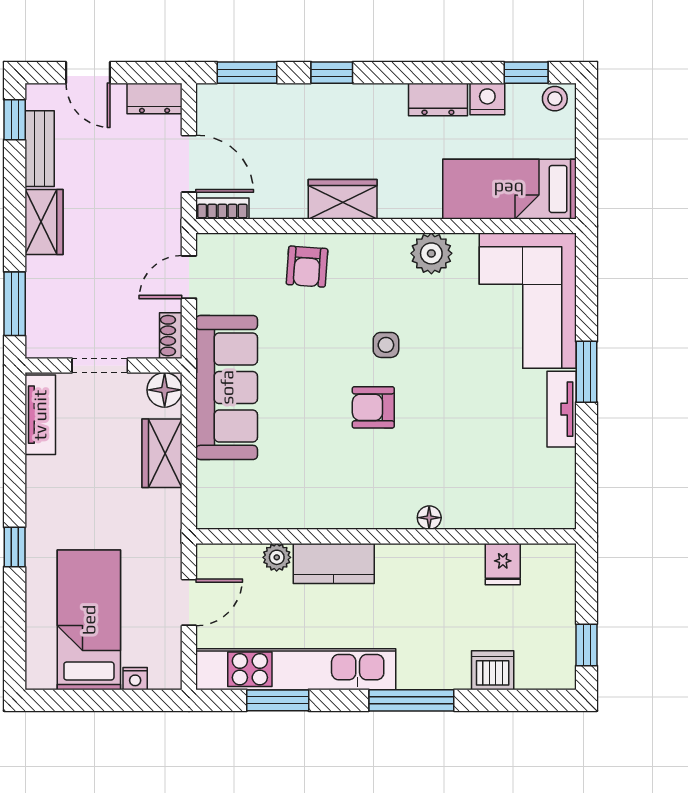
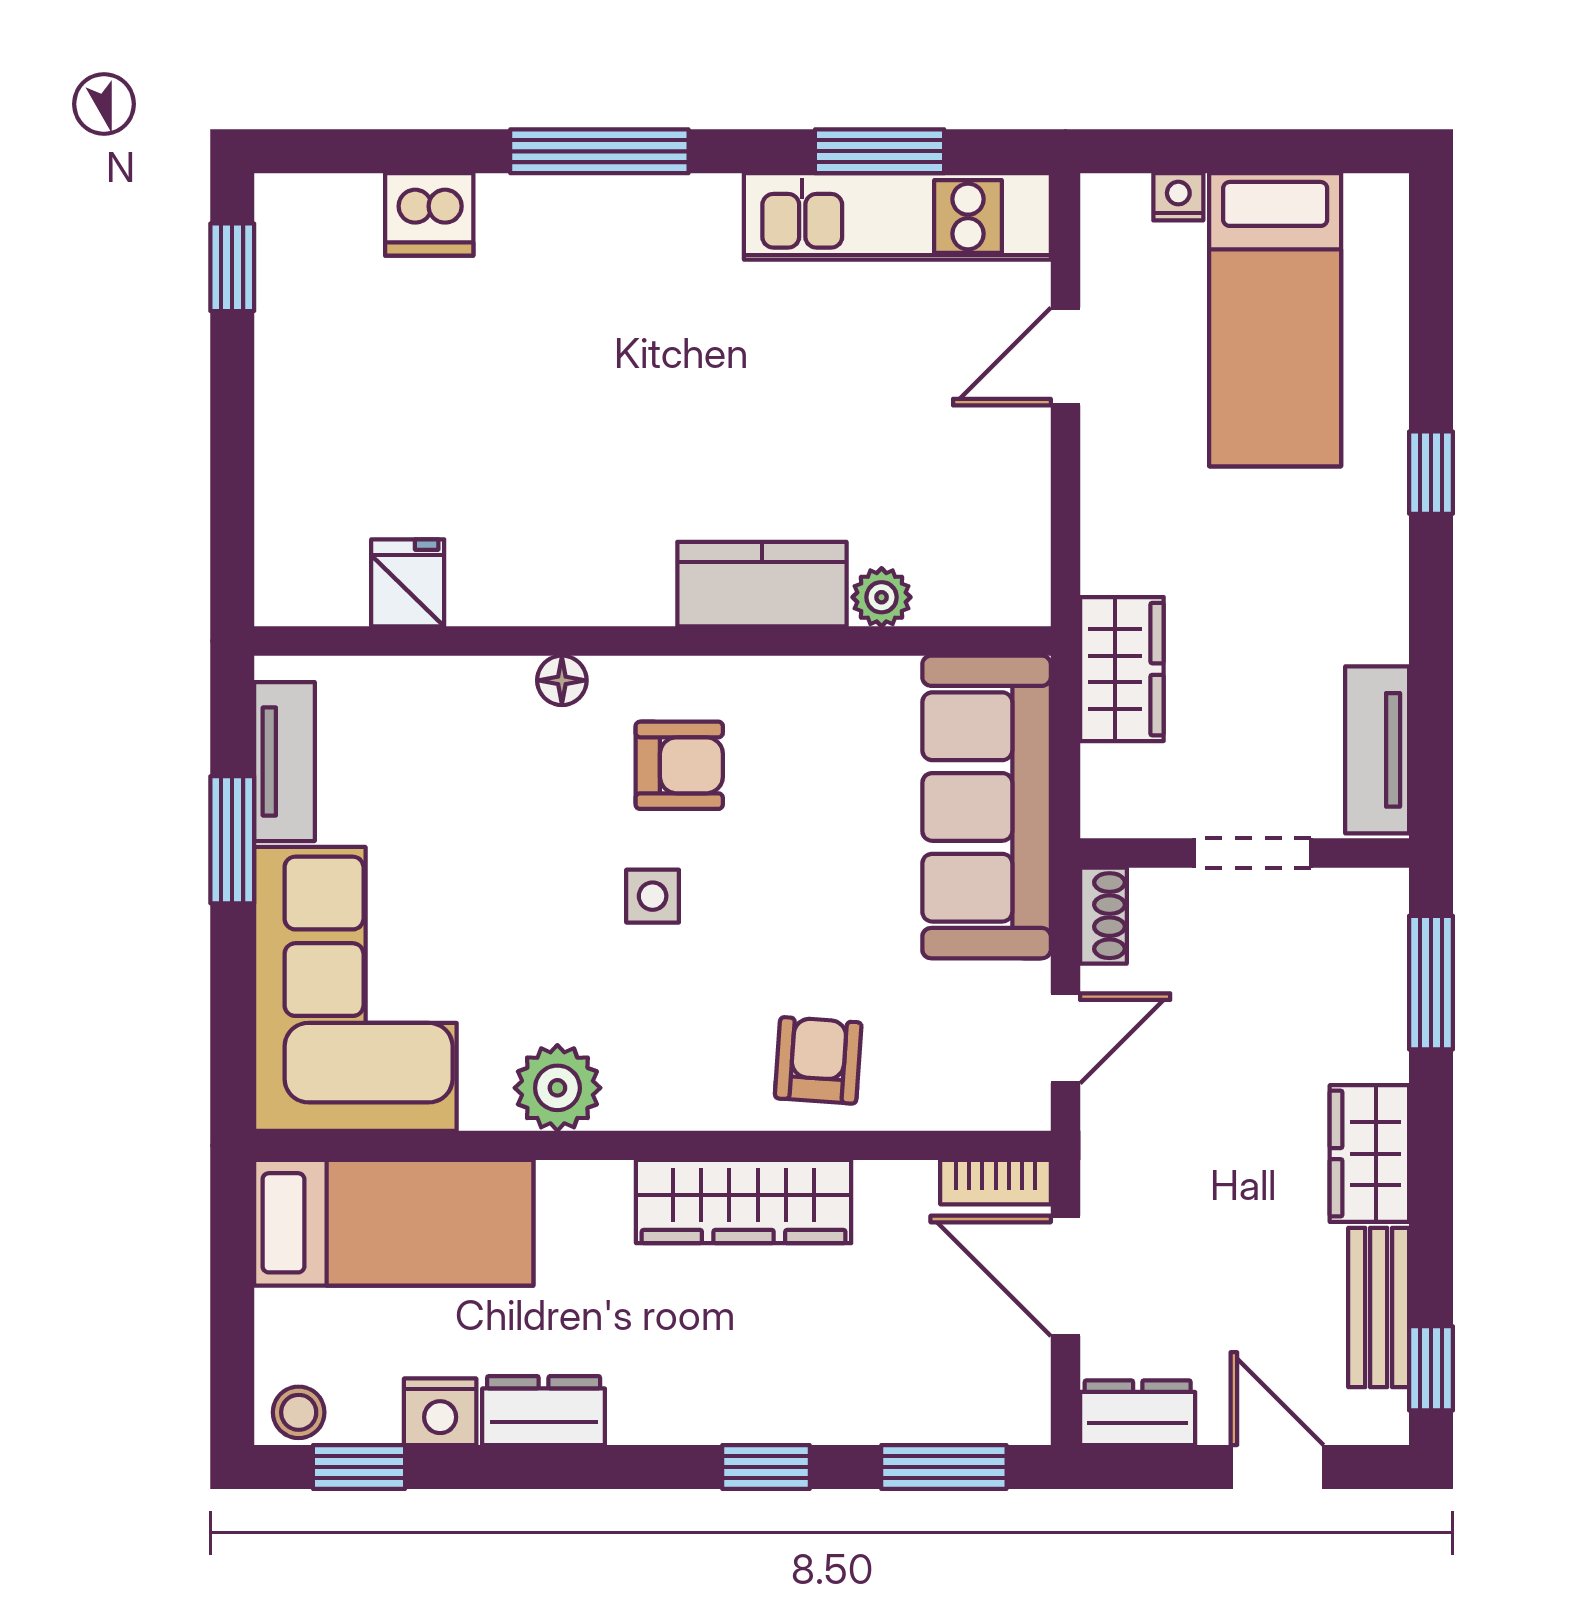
wardrobe: (343, 199) -> (744, 1202), width x1.50
floor lamp: (165, 390) -> (1117, 802), removed
floor lamp: (429, 518) -> (562, 680), moved
wall: (386, 536) -> (652, 641), moved
plant: (277, 557) -> (882, 597), moved
kitchen counter: (334, 564) -> (762, 584), moved
fridge: (503, 564) -> (408, 583), moved
kitchen unit: (296, 669) -> (897, 216), width x0.73

